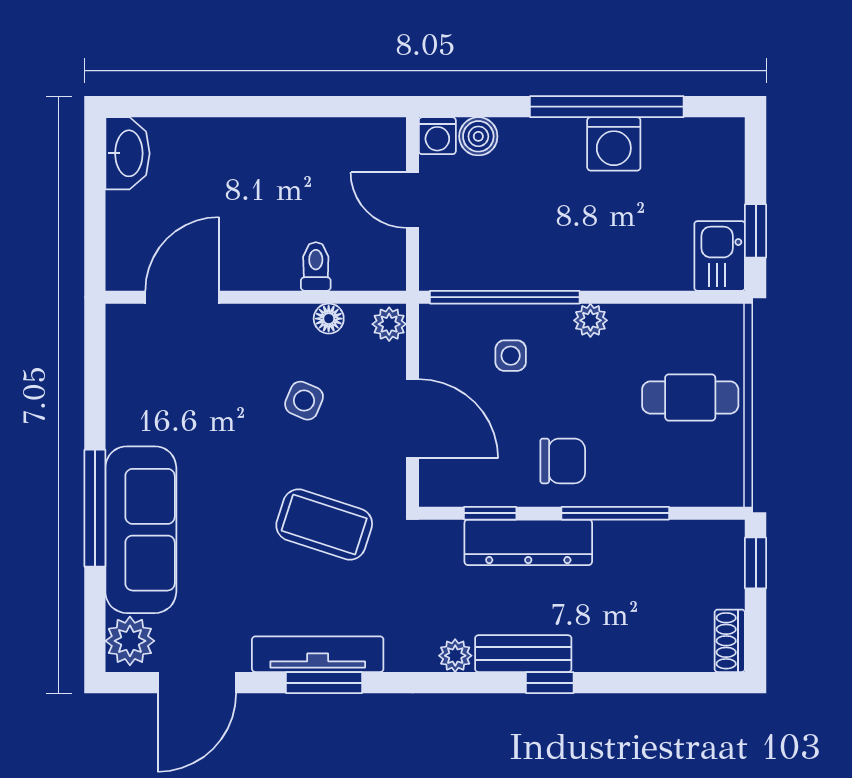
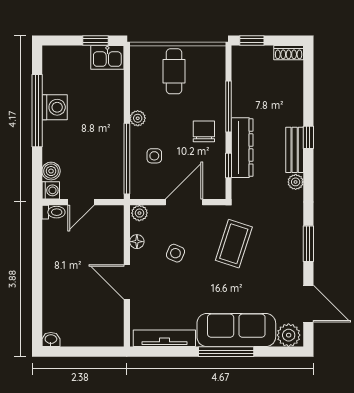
washbasin: (128, 153) -> (51, 339), width x0.52, depth x0.69
toilet: (316, 266) -> (54, 212), moved, turned 180
door: (182, 297) -> (127, 282), moved
tv unit: (318, 654) -> (164, 338), moved, turned 90

